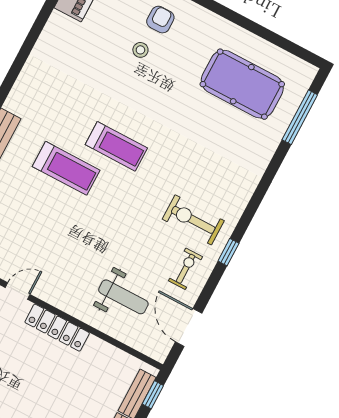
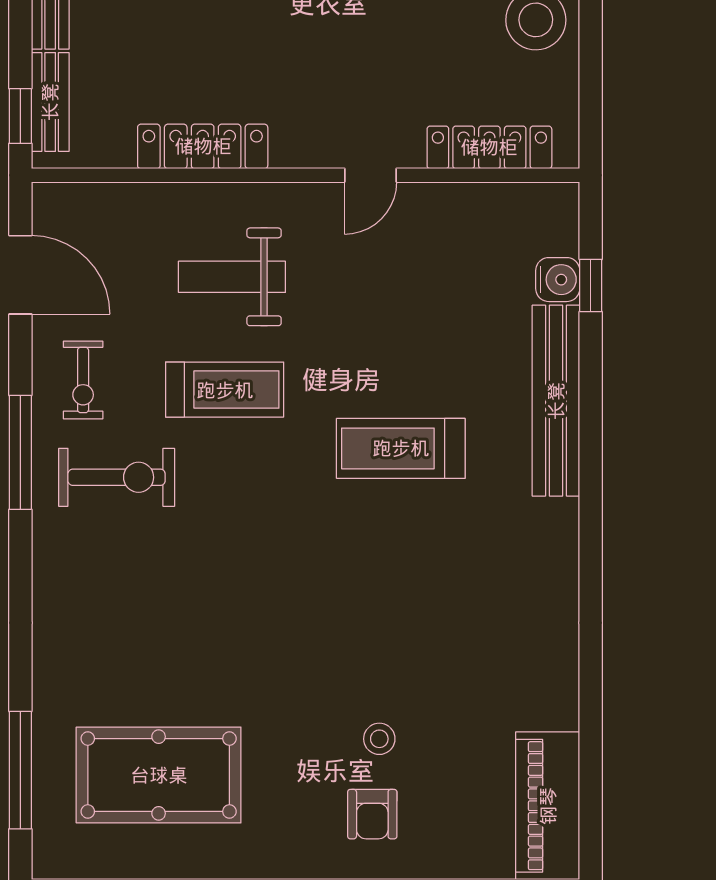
treadmill: (116, 146) -> (225, 390), moved, turned 180
window: (228, 252) -> (20, 452), width x2.17
weight bench: (123, 297) -> (232, 277), moved
locker: (57, 328) -> (203, 146), moved

